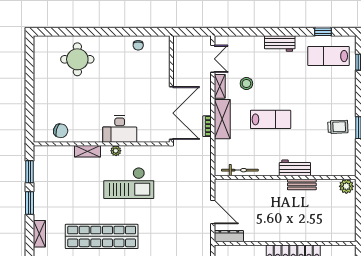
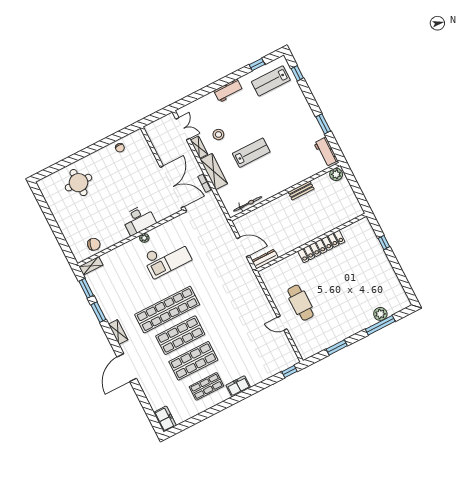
trolley: (338, 127) -> (306, 132), removed
shelving: (87, 151) -> (91, 266), moved
workbench: (295, 168) -> (326, 152), moved, turned -90

